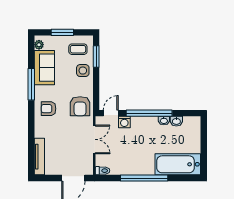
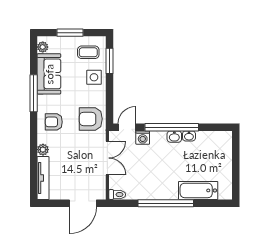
armchair: (80, 106) -> (91, 119), turned 90
washbasin: (176, 121) -> (174, 137), moved
plant: (39, 132) -> (43, 150), added
bathtub: (178, 164) -> (198, 190), width x0.73, depth x0.73

